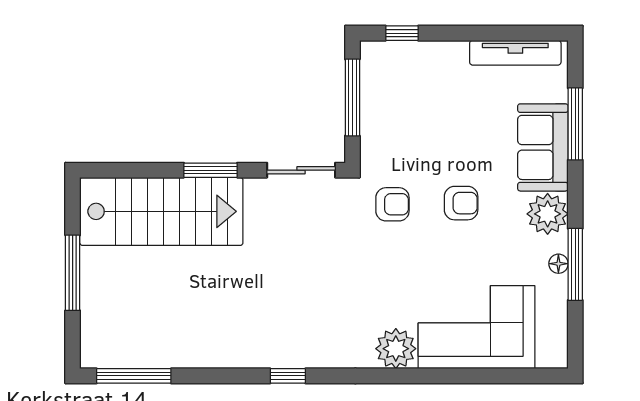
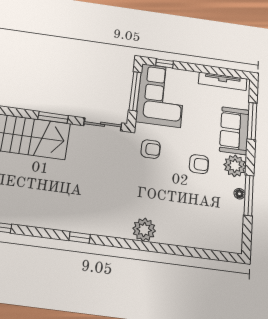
armchair: (461, 203) -> (199, 164), moved
corner sofa: (476, 327) -> (161, 95), moved, turned 90

